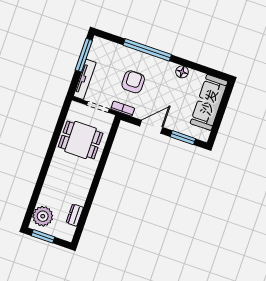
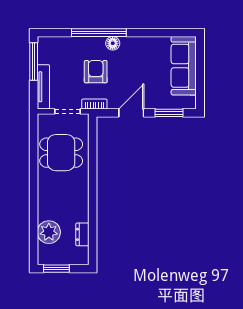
floor lamp: (182, 72) -> (113, 43), moved
plant: (43, 216) -> (49, 232), moved

